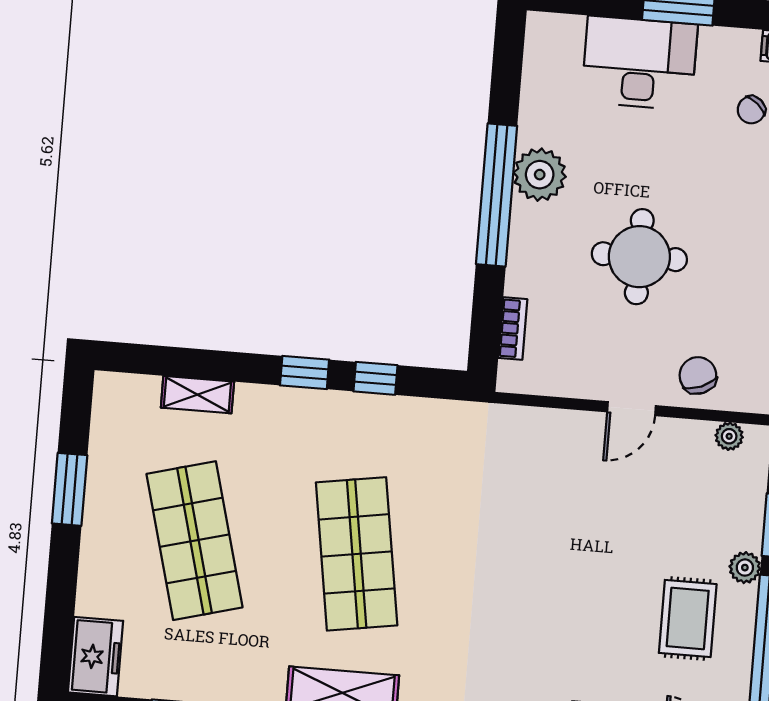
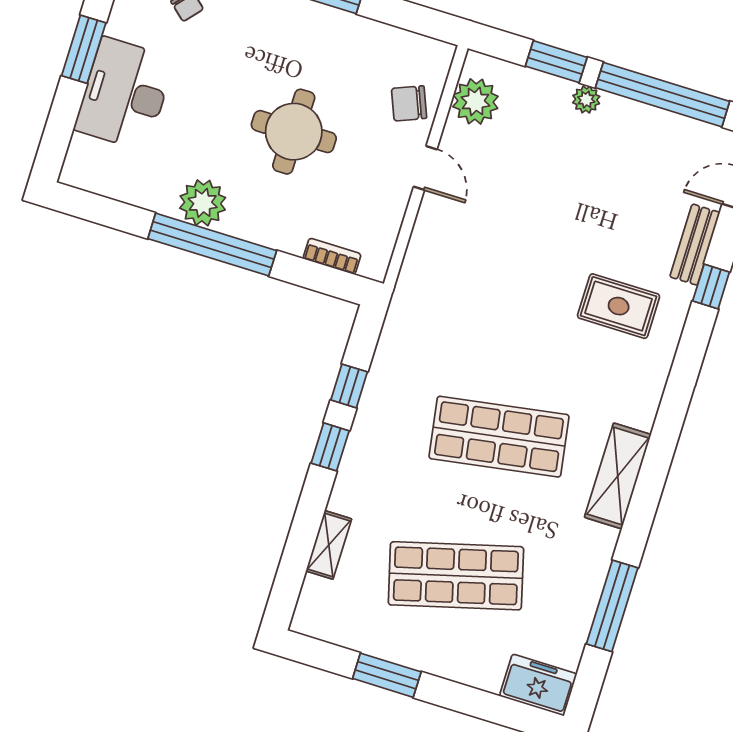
plant: (729, 436) -> (475, 101), width x1.87, depth x1.87
rug: (688, 618) -> (619, 306), moved

